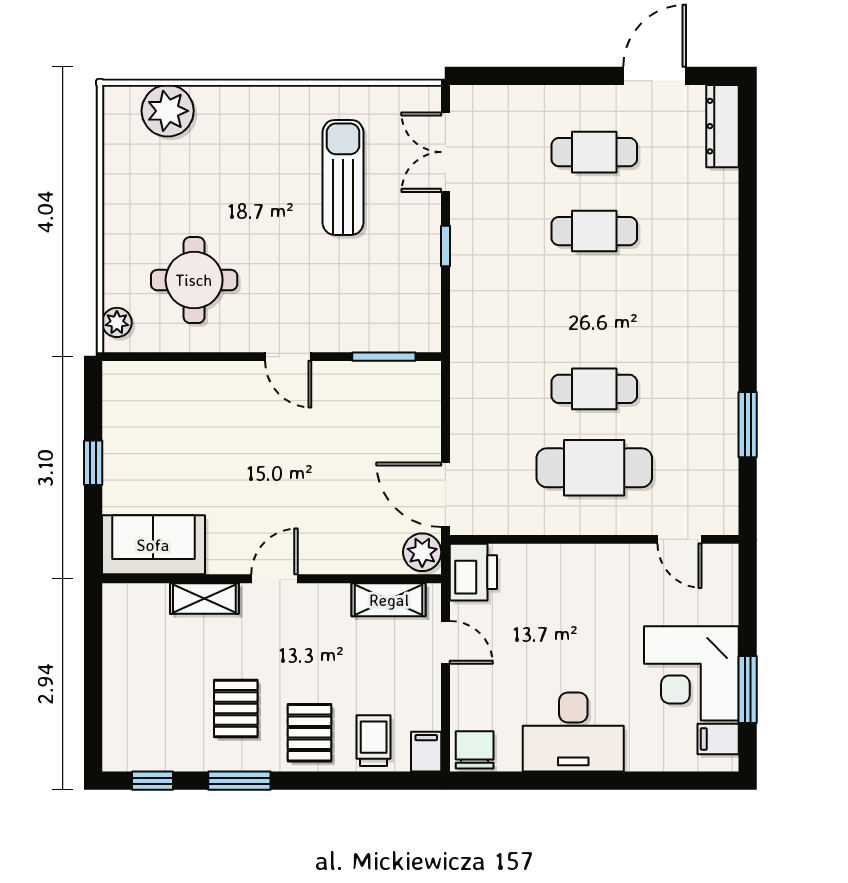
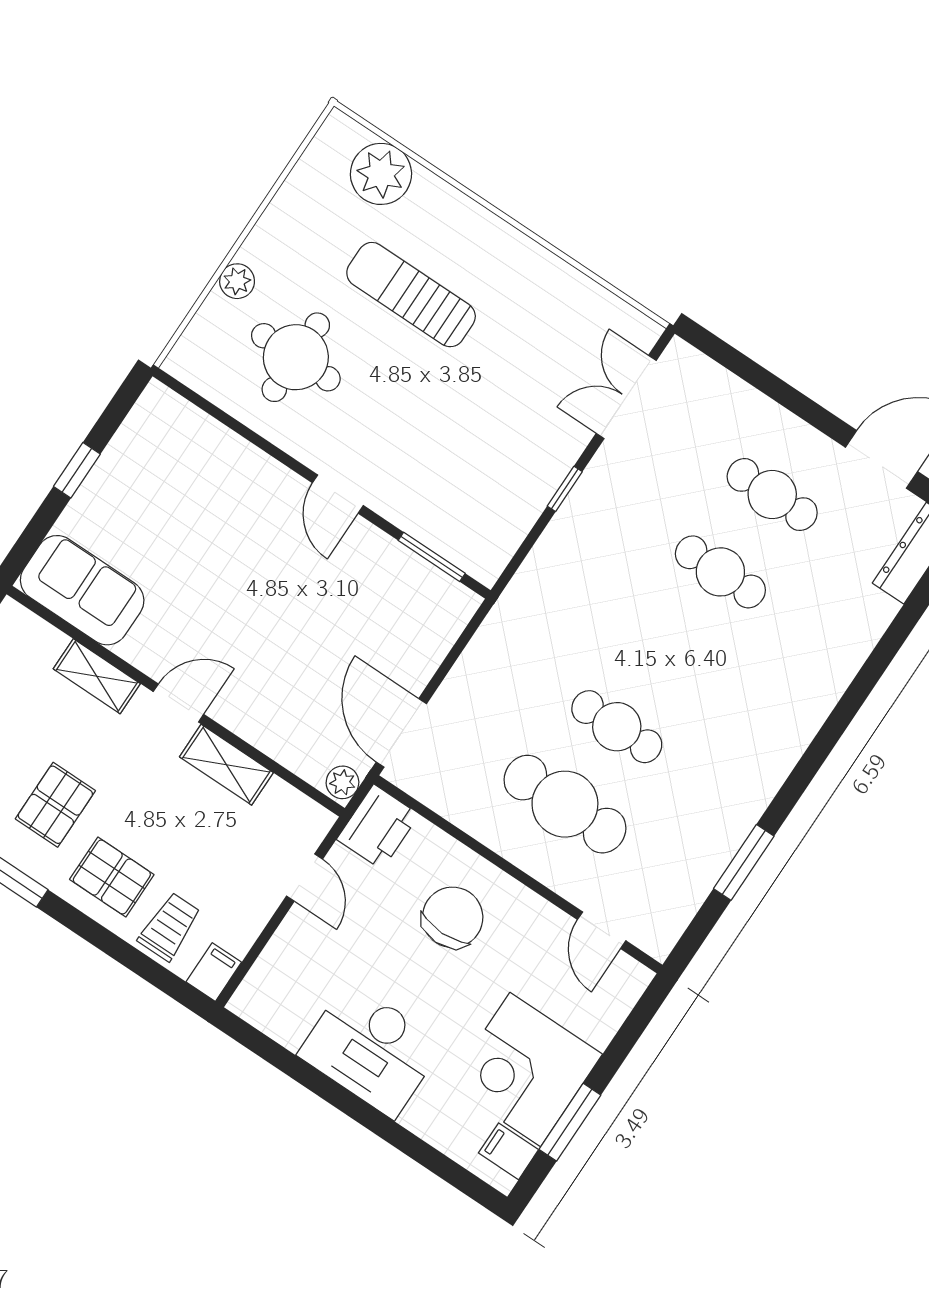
sun lounger: (343, 177) -> (411, 295), moved, turned -90
plant: (117, 322) -> (237, 281), moved
plant: (422, 552) -> (342, 782), width x0.73, depth x0.73
shelving: (389, 600) -> (226, 765), moved
pallet: (310, 733) -> (112, 877), turned 90
chair: (475, 750) -> (453, 917), moved, width x1.37, depth x1.37

